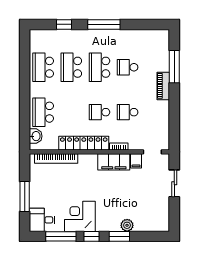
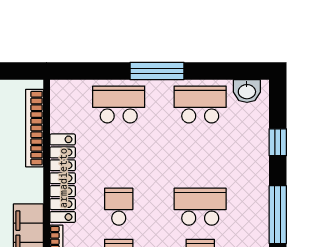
school desk: (71, 67) -> (200, 156), removed
window: (25, 91) -> (157, 71), added
washbasin: (36, 136) -> (247, 91), moved

